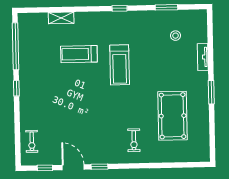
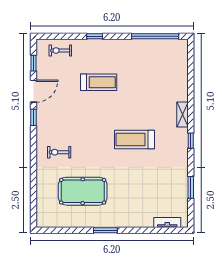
shelving: (61, 18) -> (182, 115), moved
stool: (176, 36) -> (162, 196), removed
treadmill: (79, 54) -> (99, 82), moved, turned 90
tv unit: (203, 57) -> (167, 223), moved
window: (16, 88) -> (95, 36), moved

